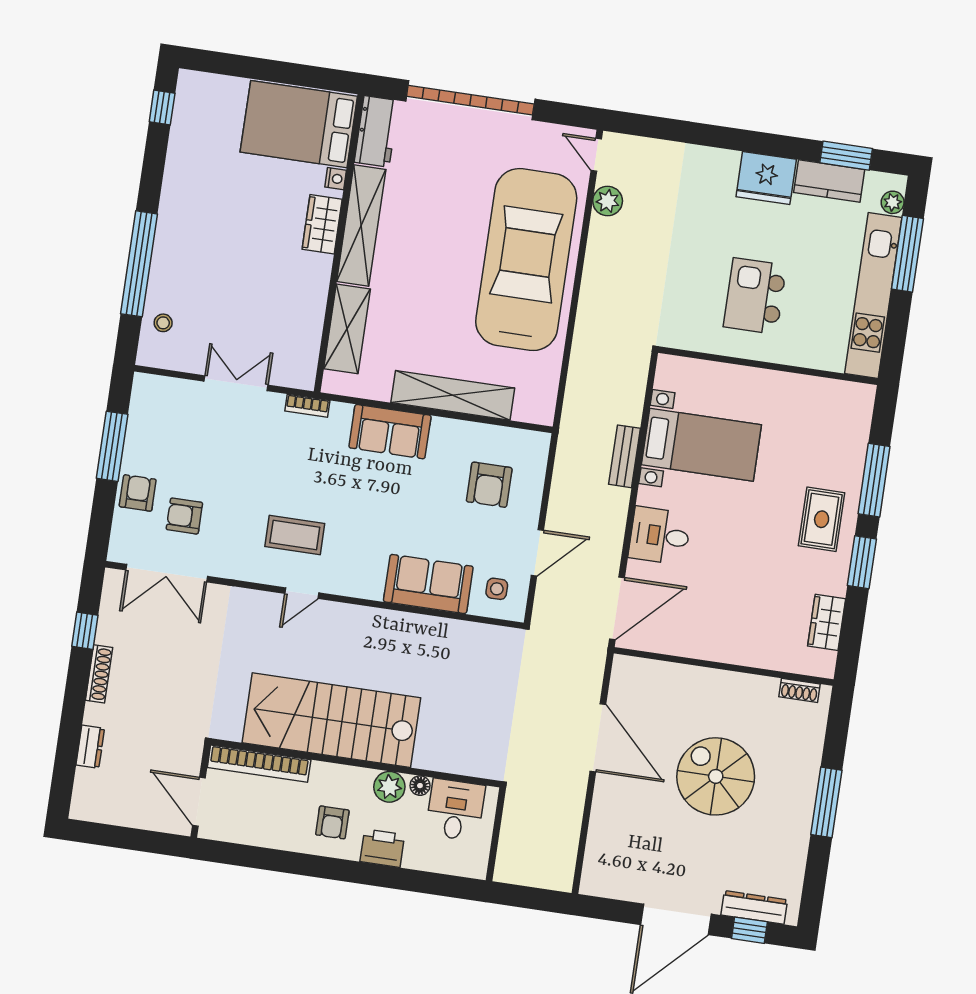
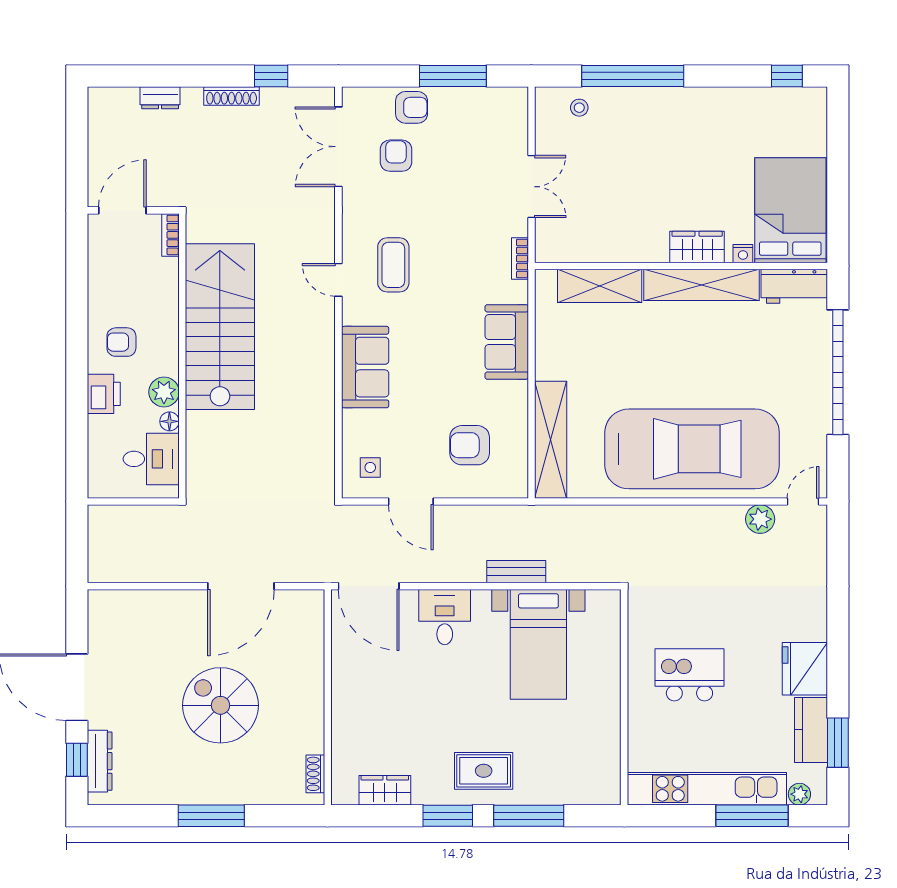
shelving: (453, 395) -> (551, 440), moved
sofa: (428, 584) -> (365, 367), moved
bookcase: (259, 764) -> (170, 235), width x0.43, depth x0.76
spiral stairs: (716, 776) -> (220, 705), turned -90

